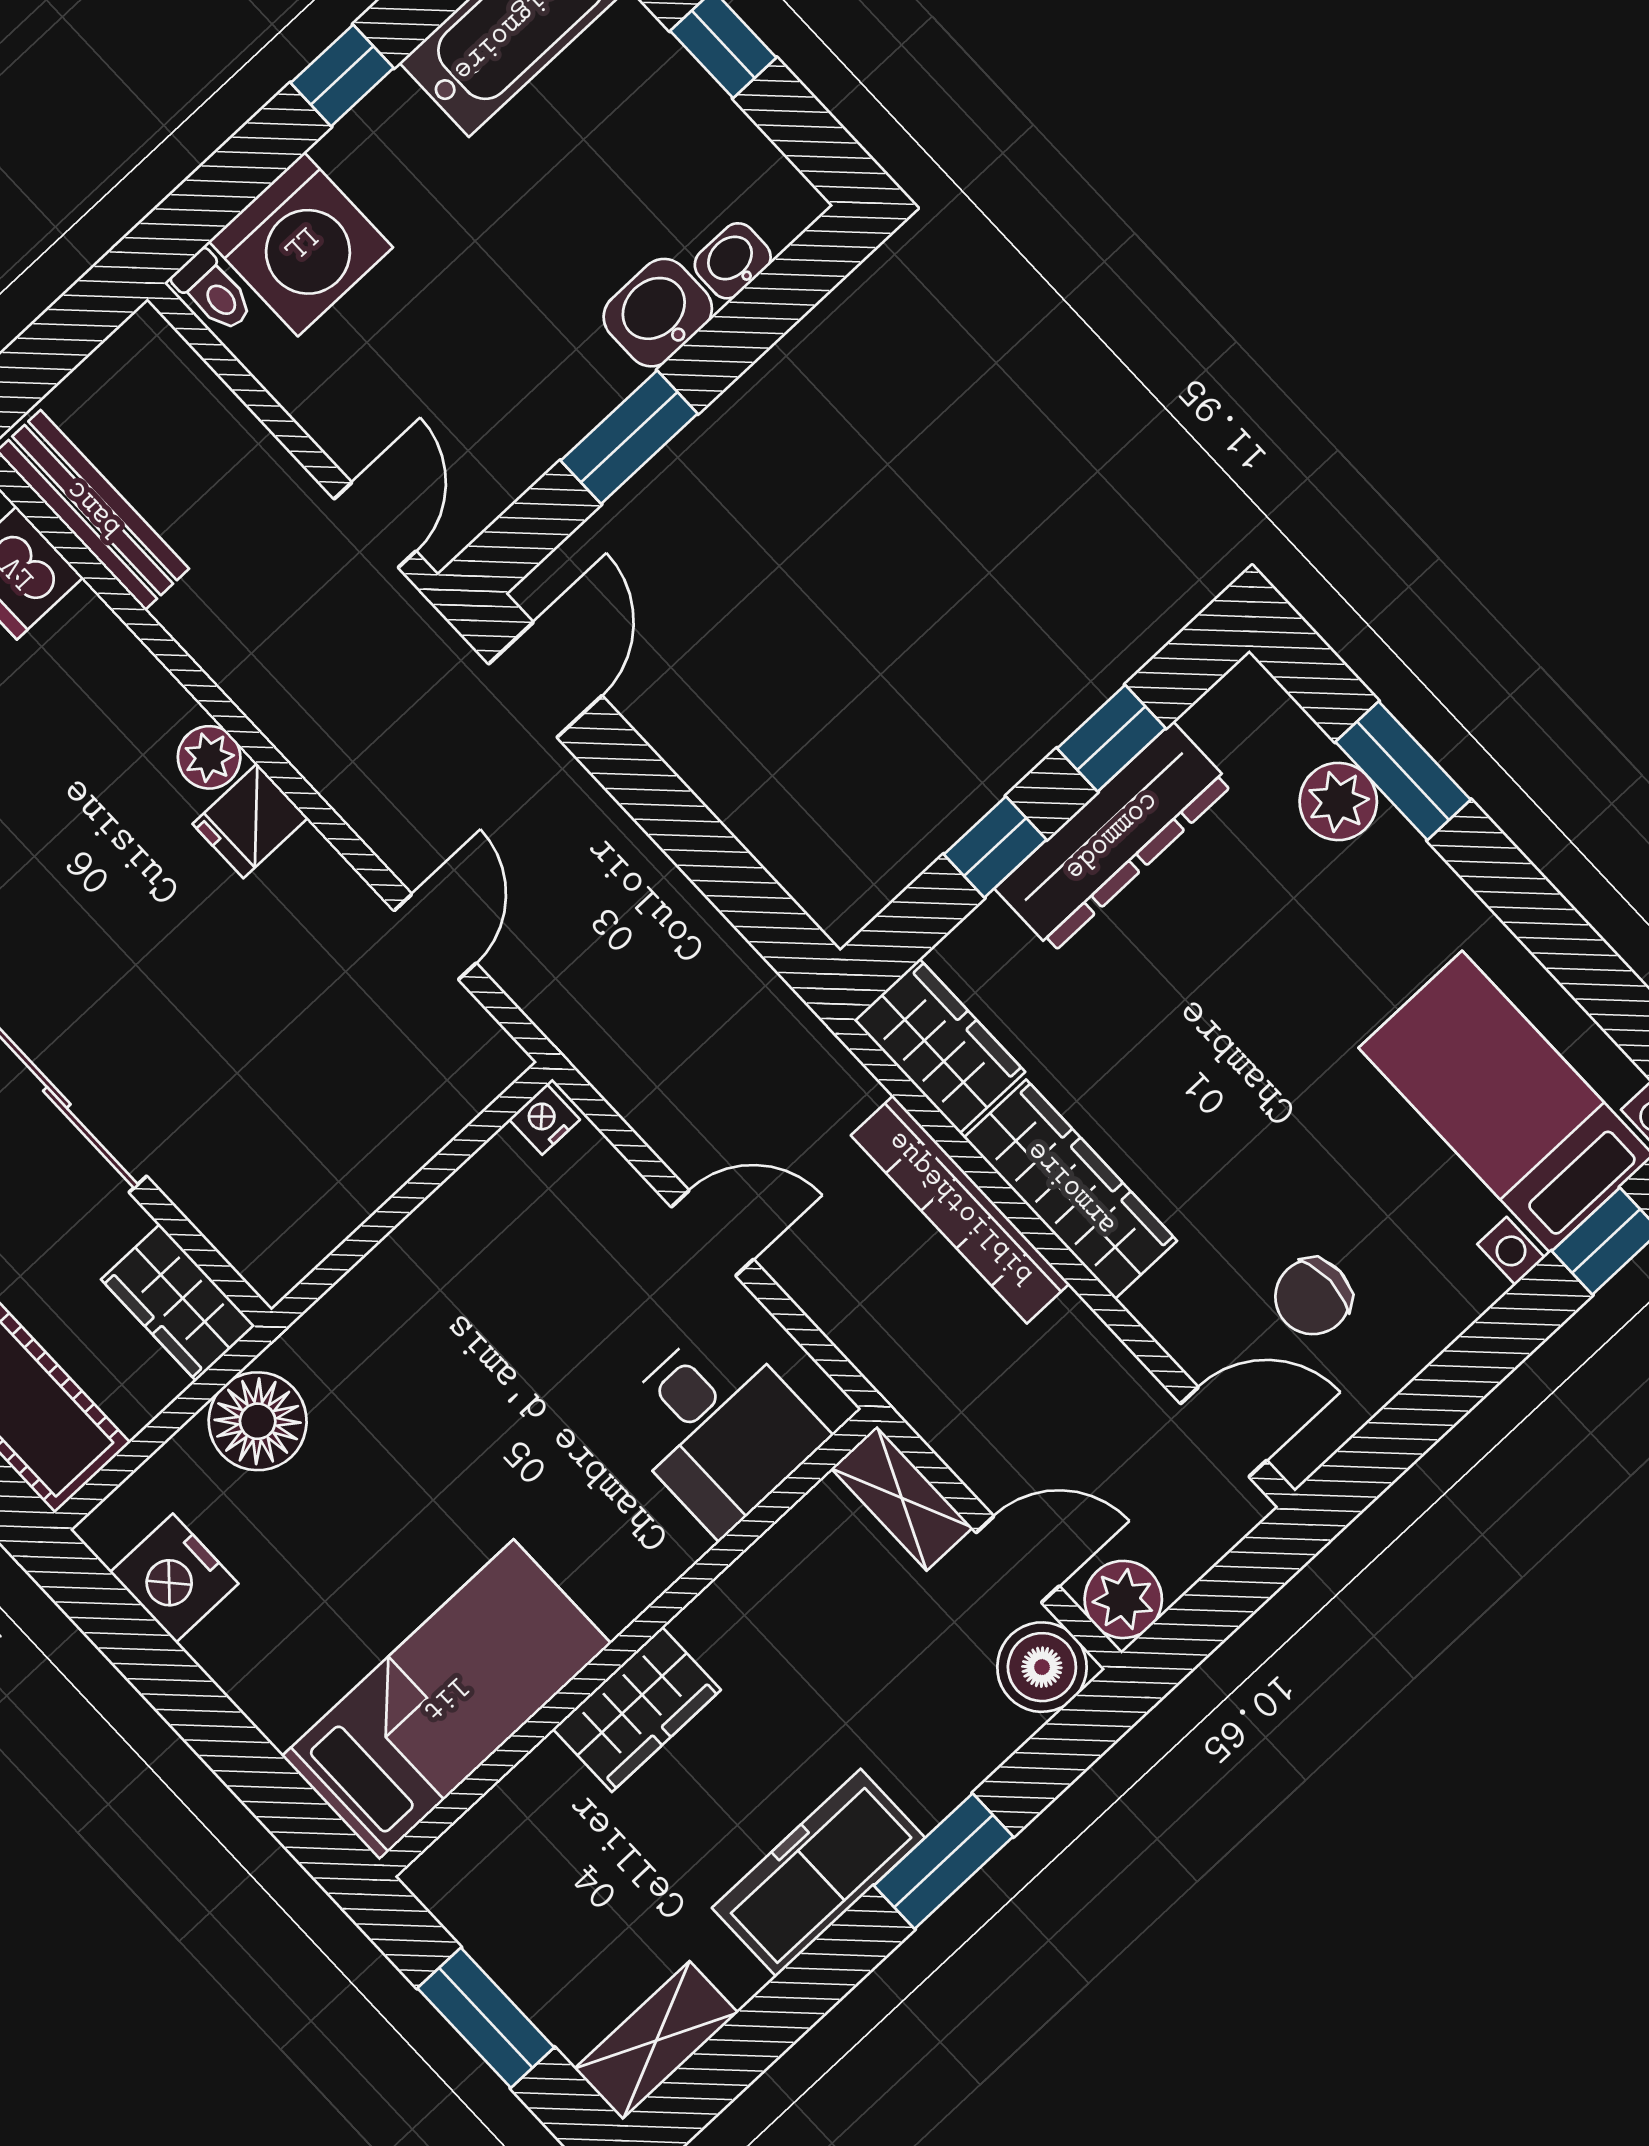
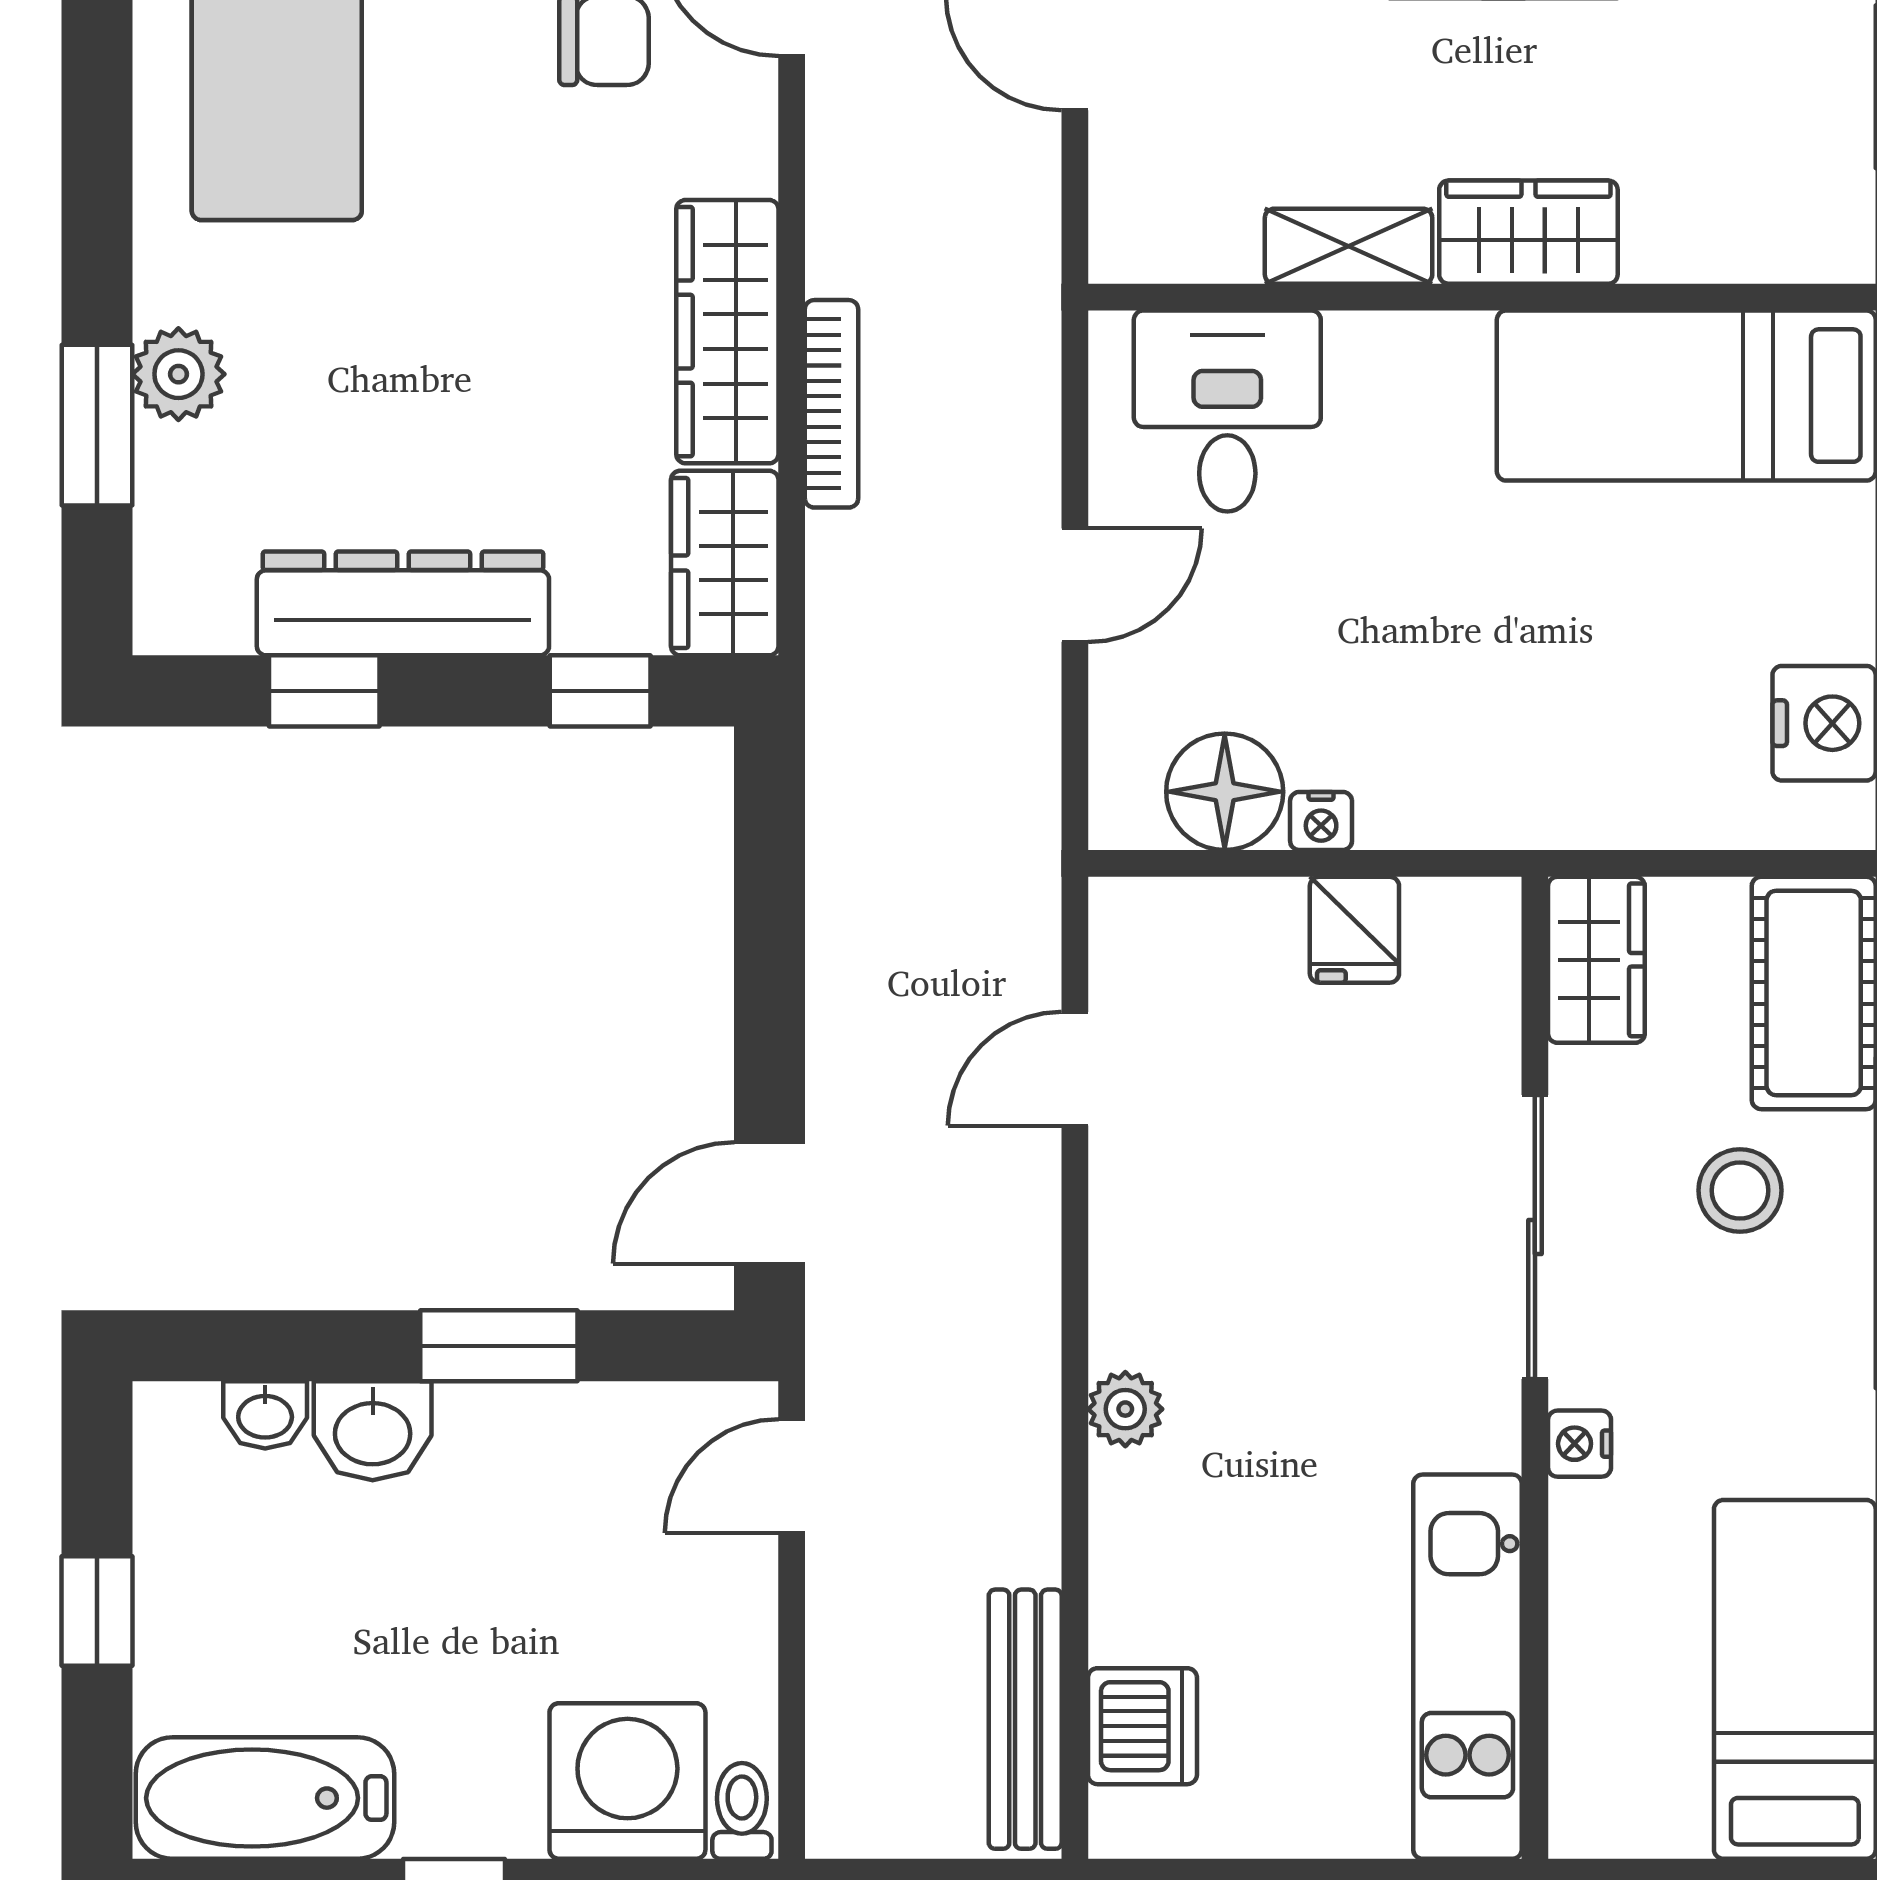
plant: (1338, 801) -> (178, 374), moved
fridge: (250, 821) -> (1354, 930), moved, turned 90
window: (995, 847) -> (600, 691), moved
nightstand: (544, 1119) -> (1321, 821), moved
bookcase: (960, 1209) -> (831, 404), width x0.68, depth x0.76
door: (712, 1233) -> (1075, 585), swing flipped
floor lamp: (258, 1421) -> (1225, 792), moved
shelving: (902, 1498) -> (1349, 246), moved, turned 90

